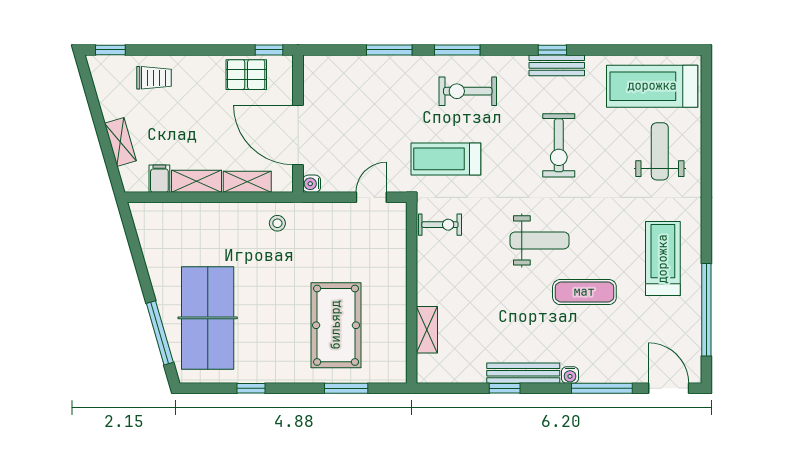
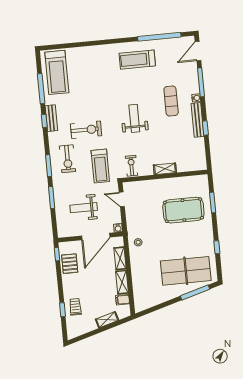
window: (110, 50) -> (62, 310), moved
window: (621, 50) -> (41, 89), added
exercise bike: (559, 145) -> (86, 130), moved
weight bench: (660, 151) -> (84, 208), moved
exercise mat: (584, 292) -> (171, 101), moved
shelving: (427, 330) -> (165, 169), moved

